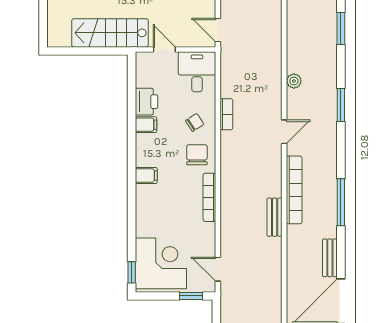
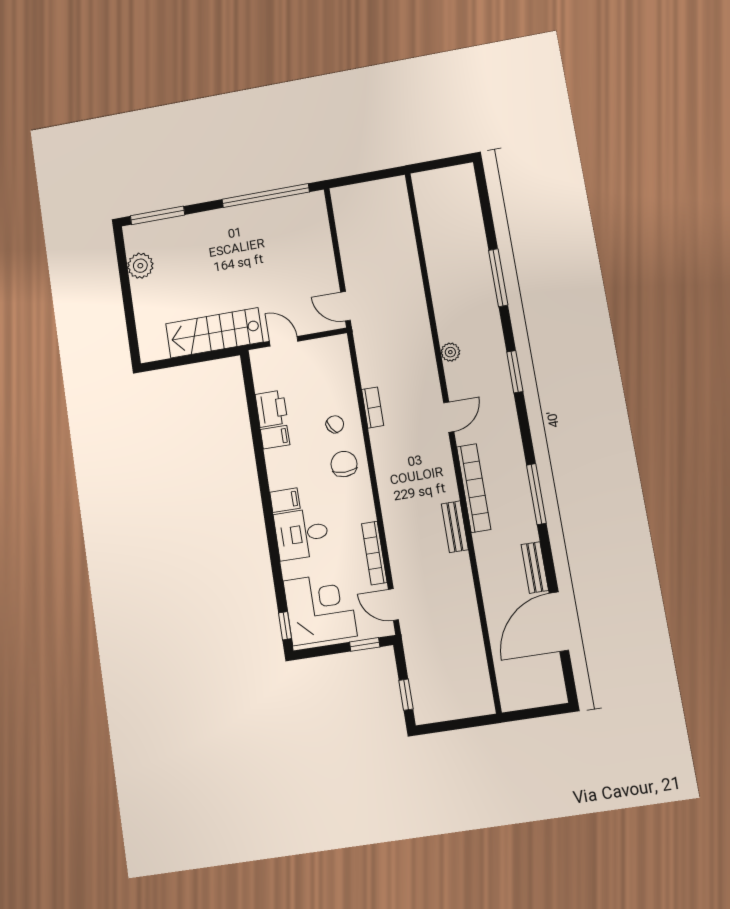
window: (341, 29) -> (498, 278), width x1.44
desk: (197, 72) -> (302, 534), moved, turned -90
bookcase: (209, 197) -> (374, 553), moved

